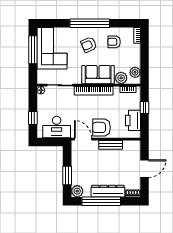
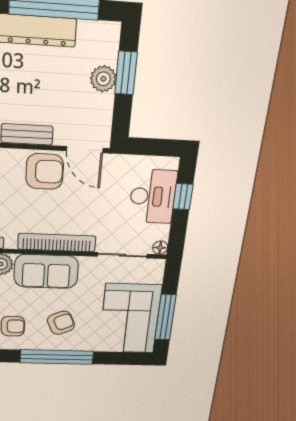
desk: (57, 127) -> (153, 196), moved, turned 90
plant: (77, 191) -> (103, 79), moved

